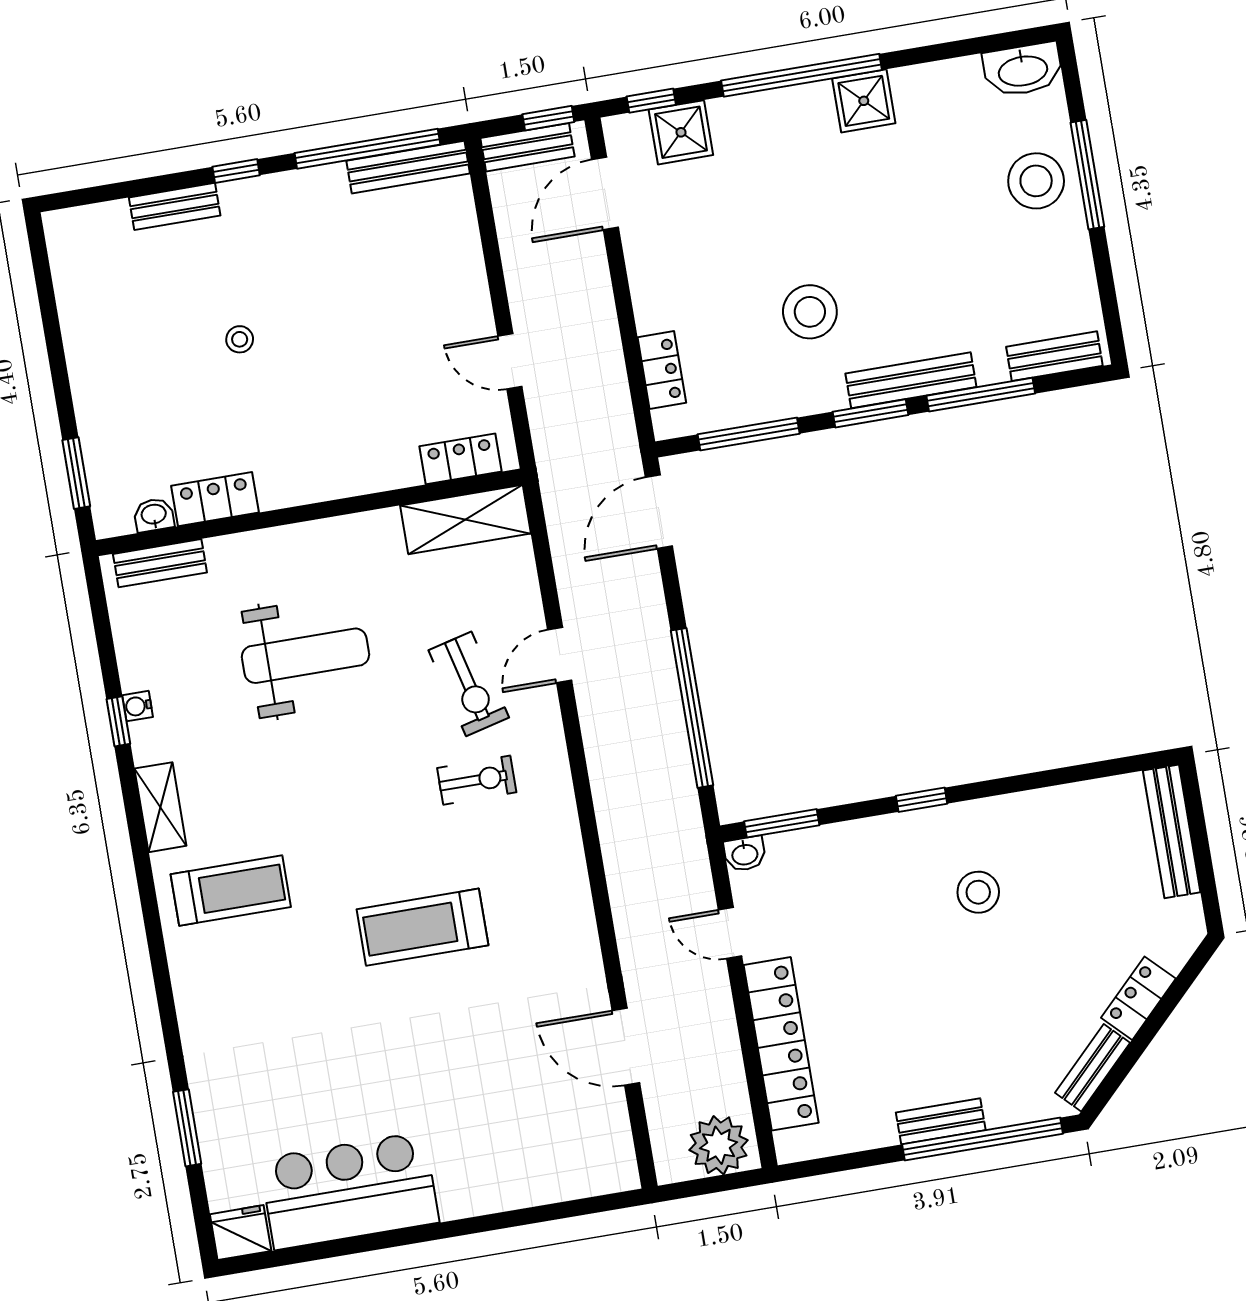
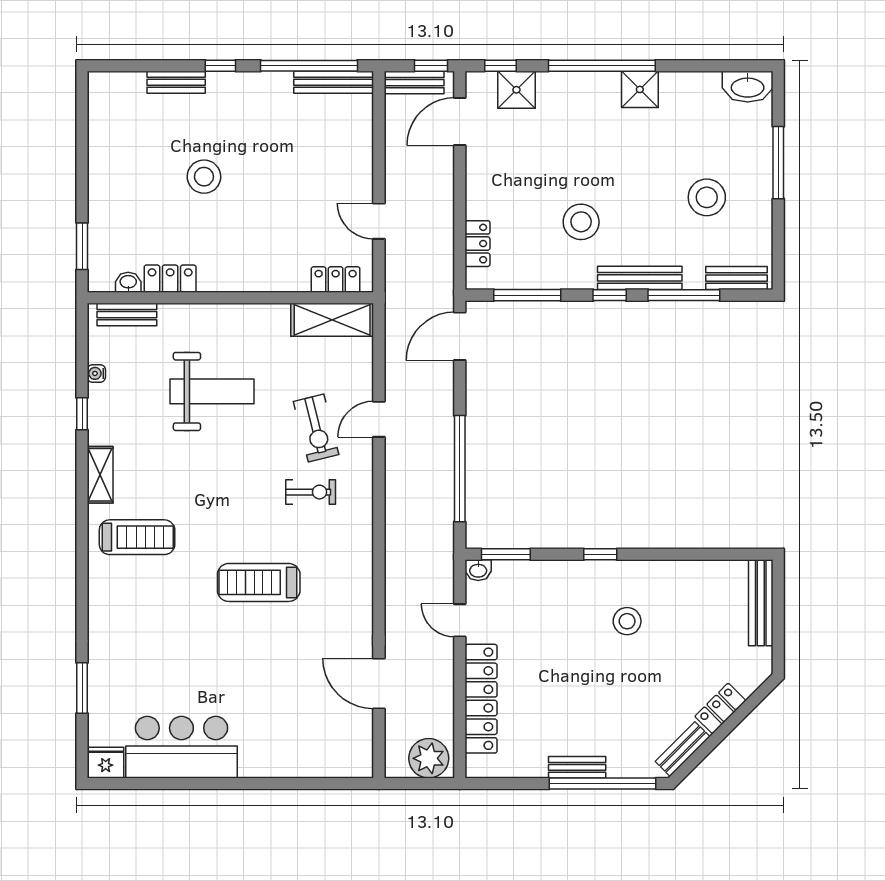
stool: (1036, 181) -> (707, 197), moved
stool: (240, 339) -> (204, 177), width x1.89, depth x1.89
window: (871, 413) -> (610, 295), width x0.67
water cooler: (138, 706) -> (96, 373), moved

